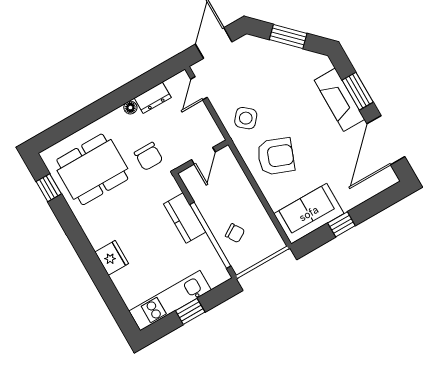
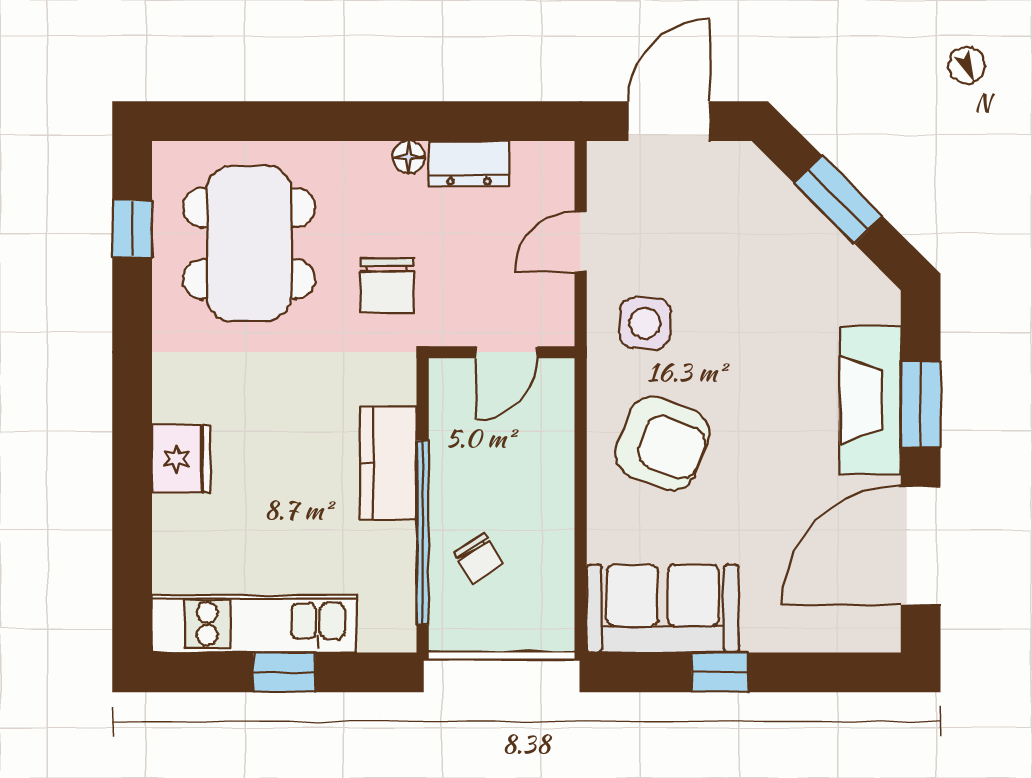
door: (199, 88) -> (581, 242), moved
side table: (246, 118) -> (645, 323), turned -38
dining table: (92, 169) -> (249, 243), turned 90

